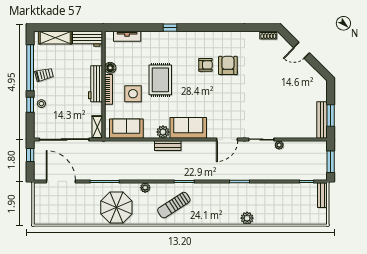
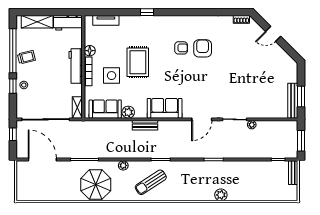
plant: (163, 132) -> (128, 112), moved

